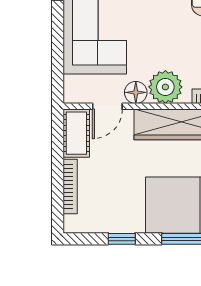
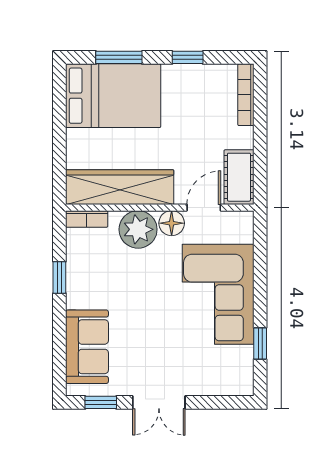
bookcase: (70, 187) -> (246, 95), moved

